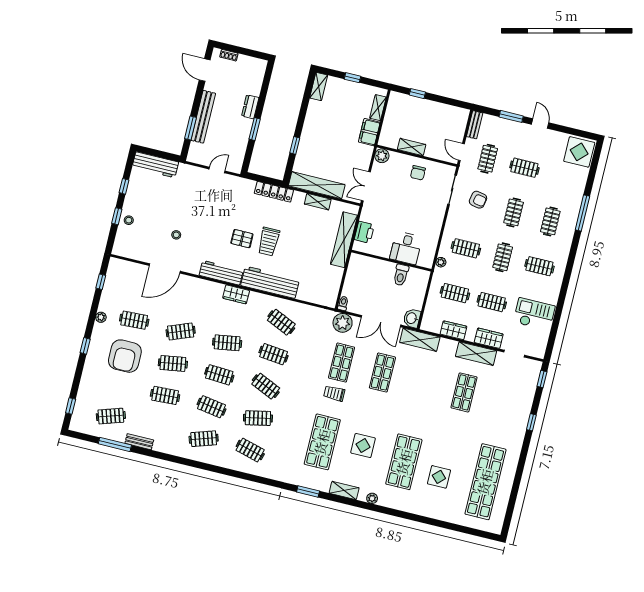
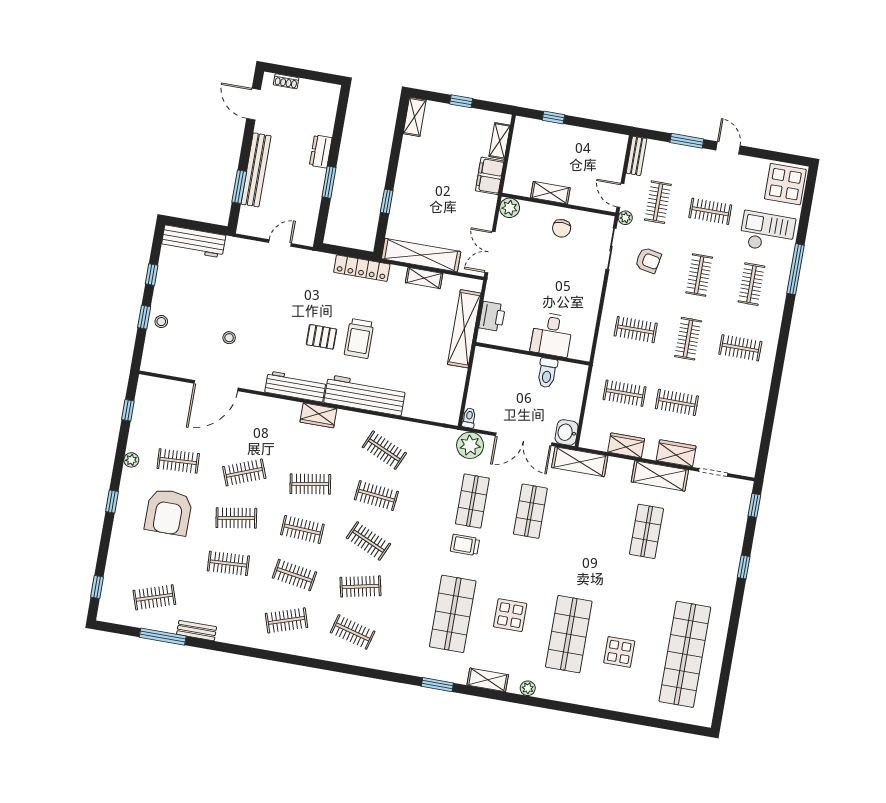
plant: (441, 262) -> (625, 218), moved
checkout: (534, 314) -> (767, 232), moved

